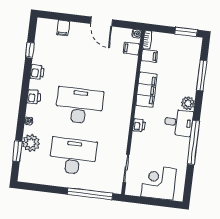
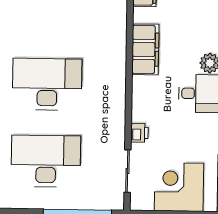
printer: (139, 125) -> (139, 133), moved

